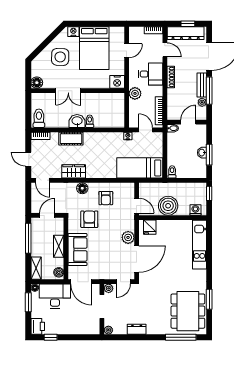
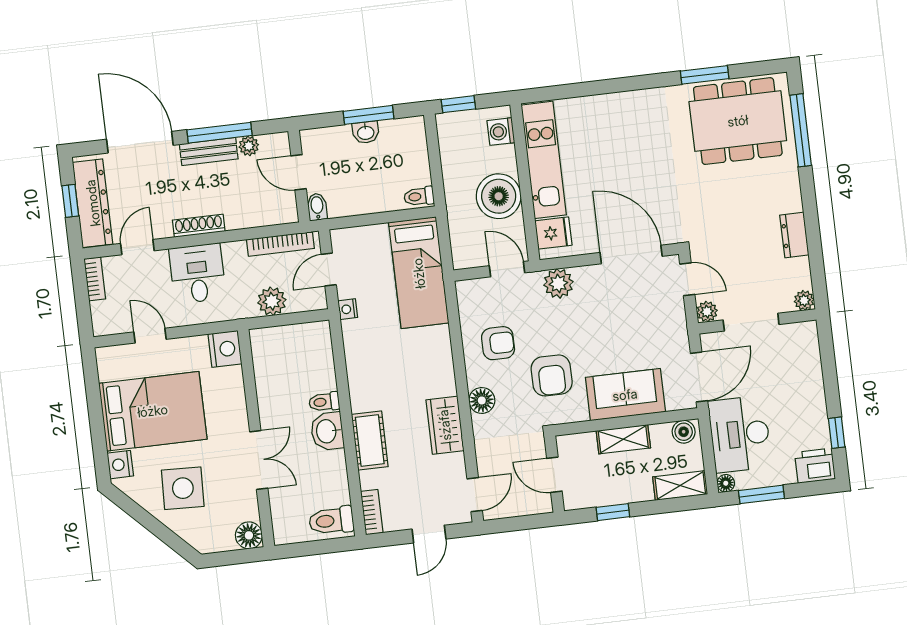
plant: (135, 93) -> (272, 301), moved
door: (137, 206) -> (507, 269), hinge flipped
armchair: (89, 219) -> (552, 375), turned -90
plant: (128, 237) -> (558, 283), moved
window: (28, 238) -> (613, 512), width x0.46
kitchen unit: (199, 245) -> (544, 160), moved, turned -90

